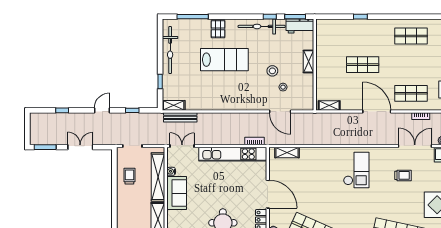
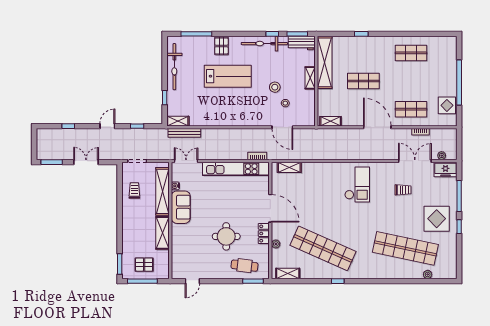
shelving: (323, 46) -> (325, 62), added

